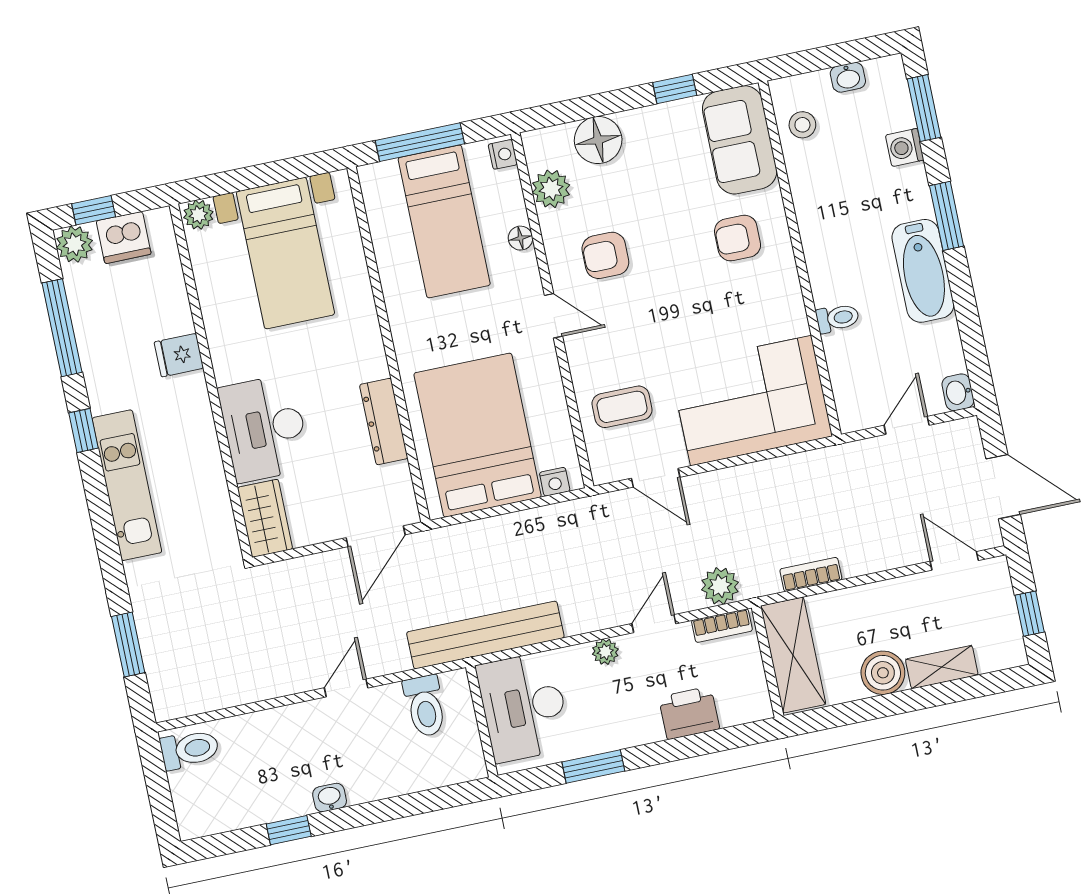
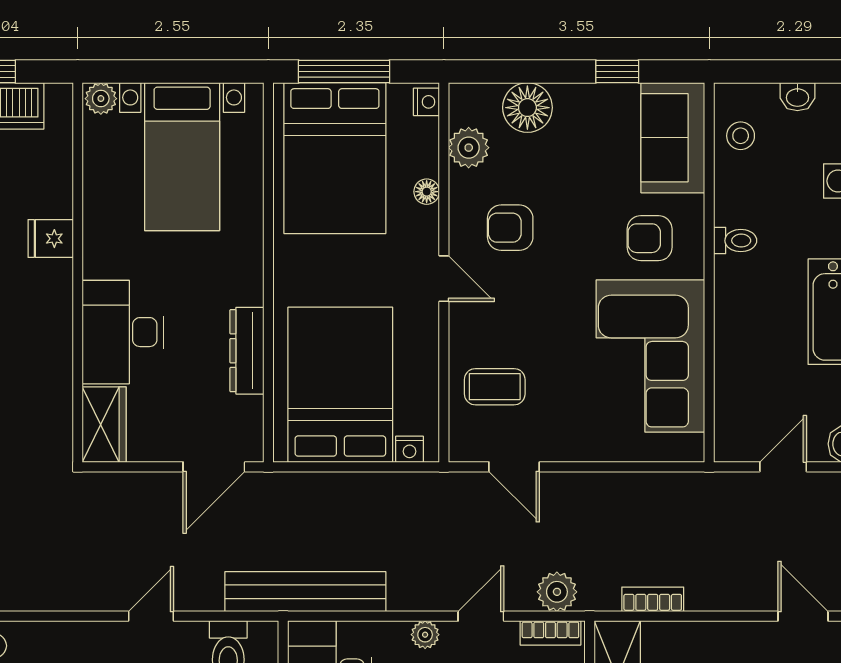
bed: (444, 221) -> (335, 158), width x1.50
toilet: (838, 318) -> (735, 241), moved
corner sofa: (751, 401) -> (650, 356), moved, turned -90

